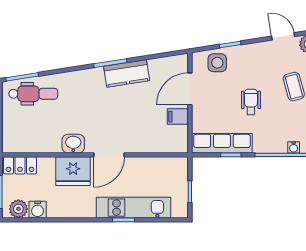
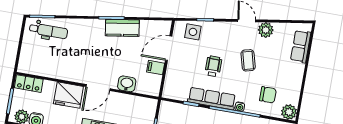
row of seats: (222, 143) -> (212, 99), moved
washbasin: (73, 144) -> (127, 84), moved

